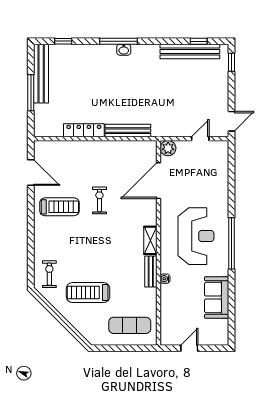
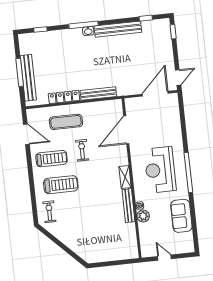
bench: (190, 52) -> (118, 29), moved
bench: (41, 74) -> (28, 78), moved
door: (200, 139) -> (155, 94), width x1.88
plant: (168, 148) -> (143, 216), moved
reception desk: (196, 236) -> (160, 170), turned 180
bench: (151, 271) -> (128, 206), width x1.36
treadmill: (88, 293) -> (61, 185), moved, turned 180
exercise mat: (130, 325) -> (66, 122), moved
door: (189, 348) -> (164, 258), hinge flipped

